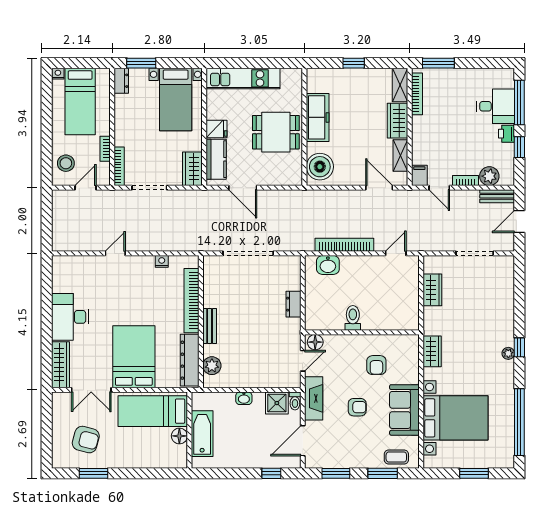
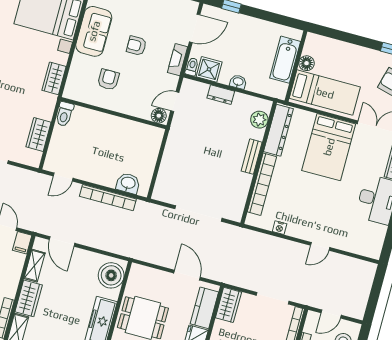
dresser: (293, 304) -> (221, 95), moved, turned 90
toilet: (353, 318) -> (65, 114), moved
fireplace: (314, 398) -> (178, 60), width x0.73, depth x0.76

